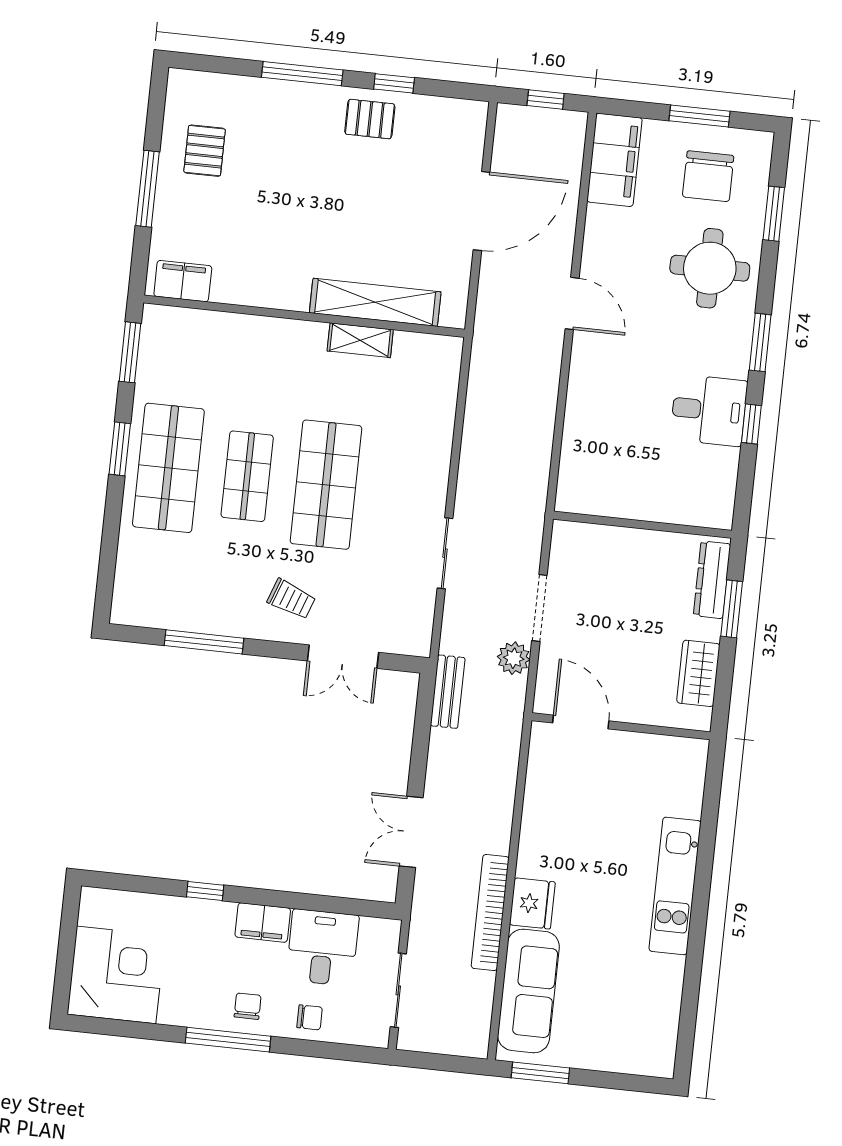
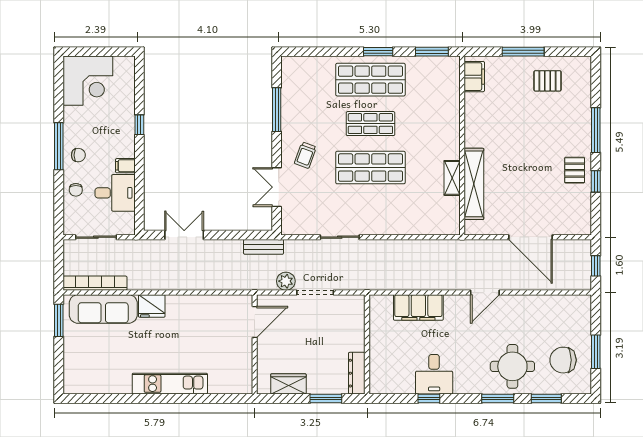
filing cabinet: (615, 160) -> (418, 307), moved
window: (760, 342) -> (498, 398), moved
dresser: (712, 580) -> (357, 373), moved, turned -90
bookcase: (490, 912) -> (95, 283), moved
filing cabinet: (263, 923) -> (125, 166), width x0.50

